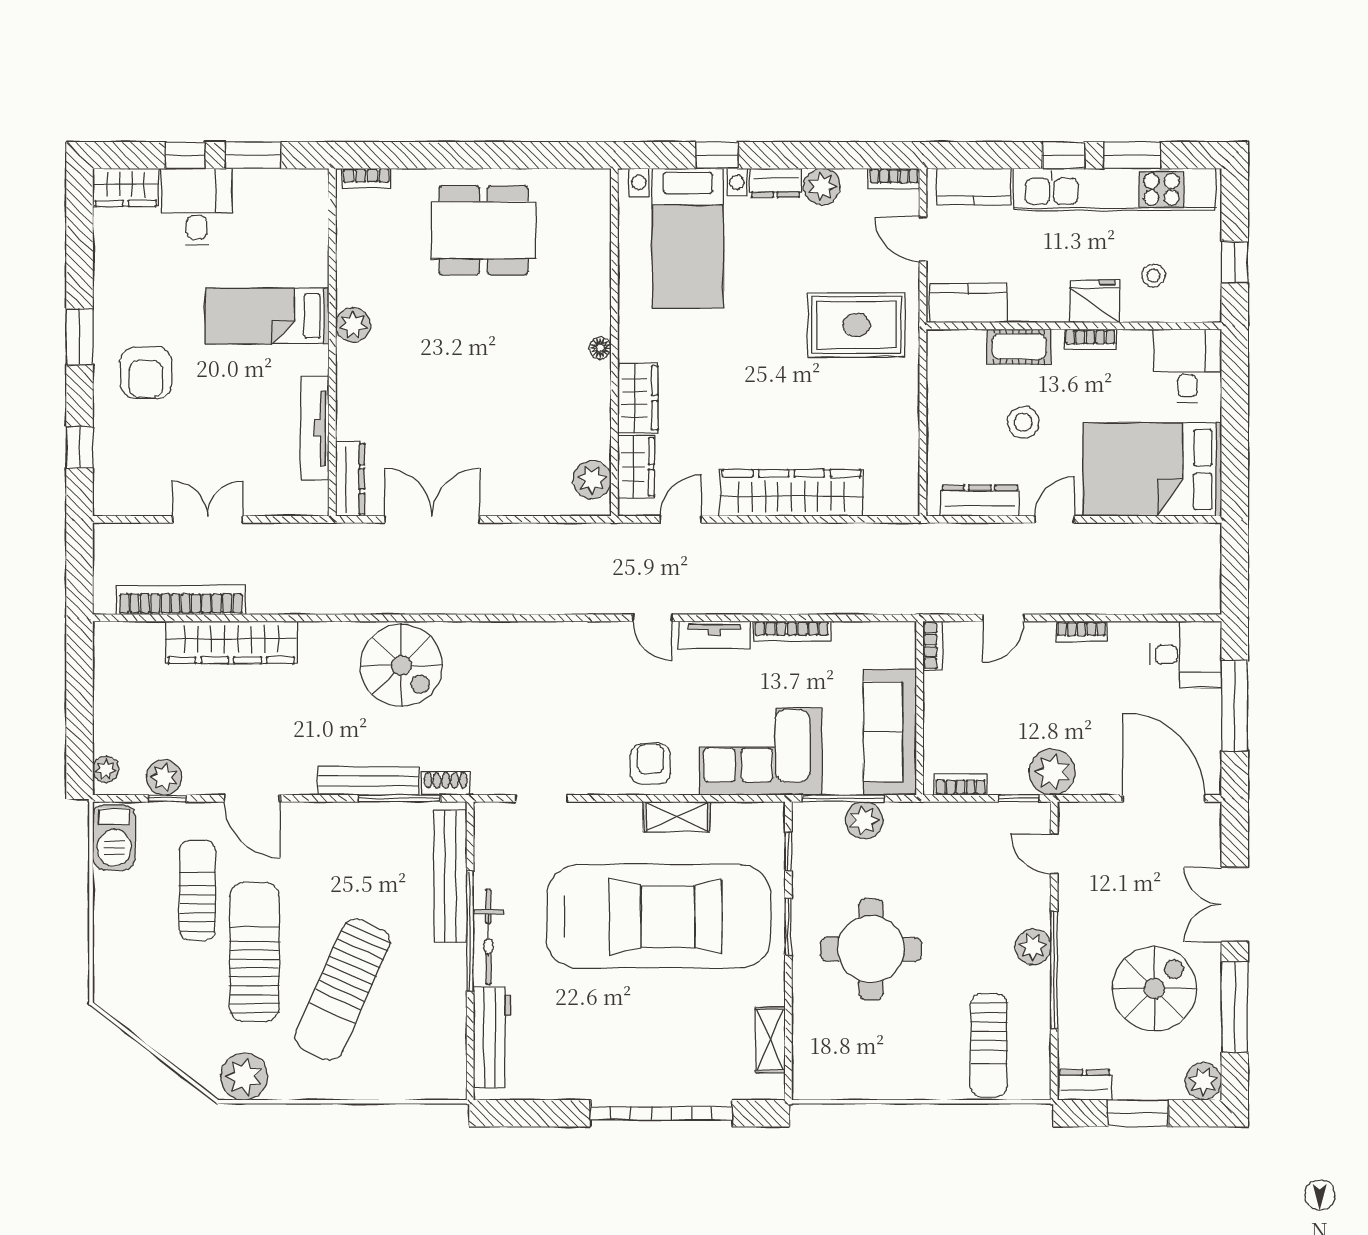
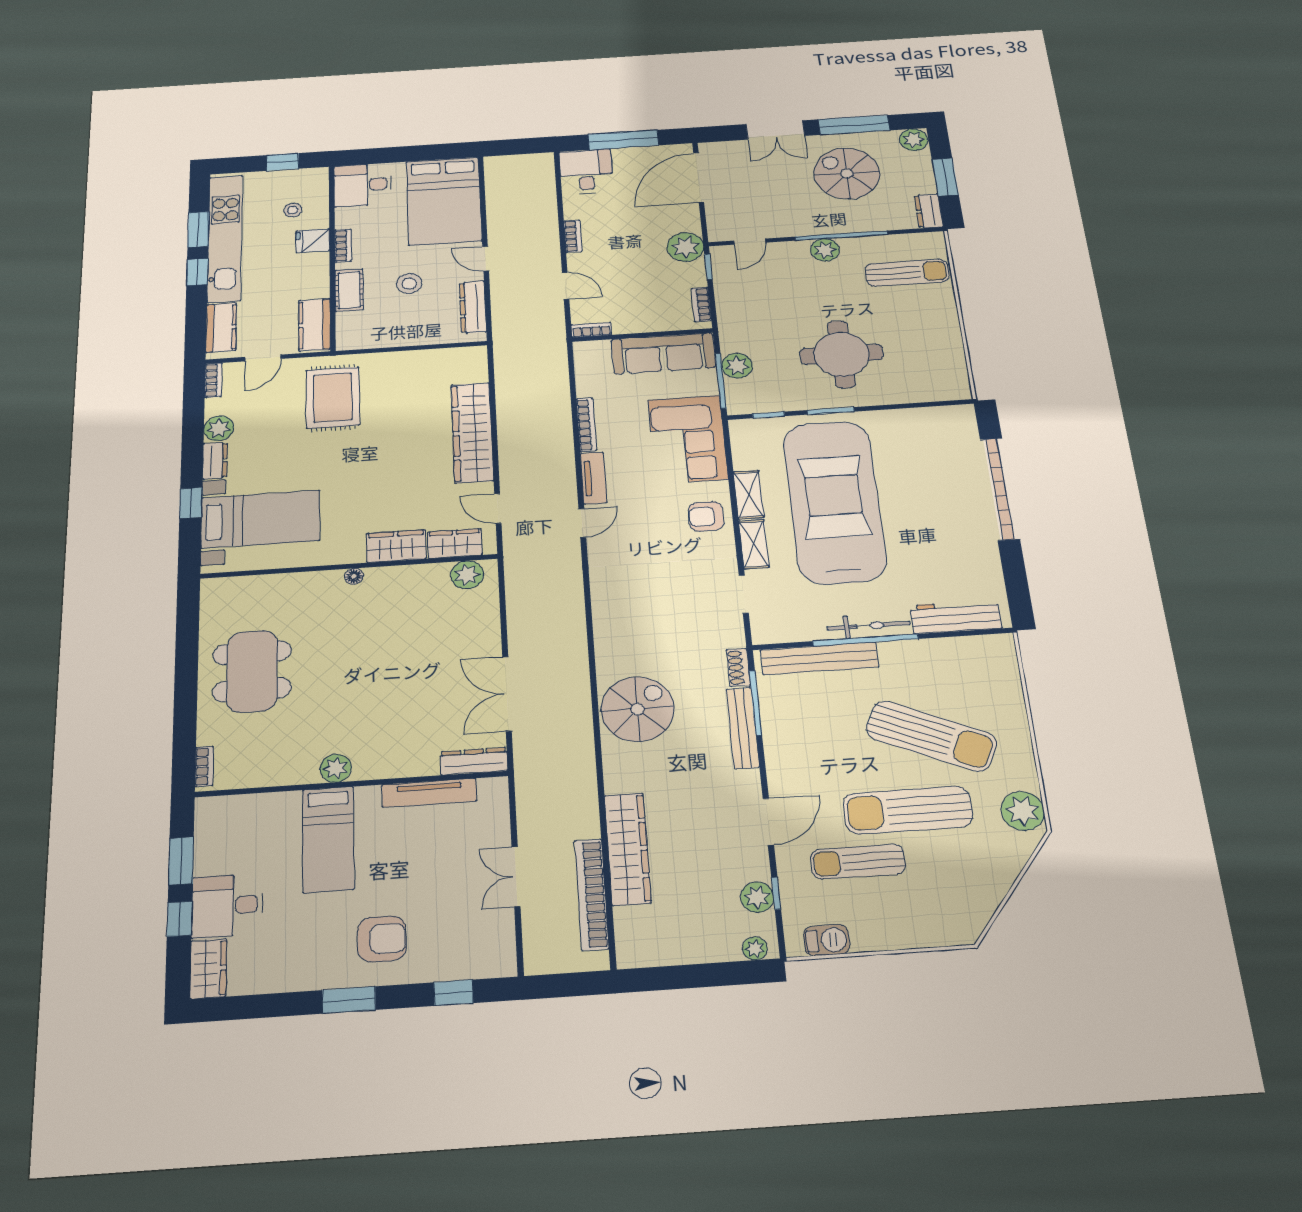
fridge: (1094, 301) -> (313, 241), width x0.72
barbecue: (114, 837) -> (827, 940), width x0.73, depth x0.79
shelving: (770, 1040) -> (754, 544), moved, turned 90

